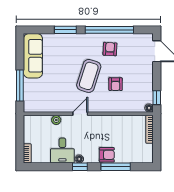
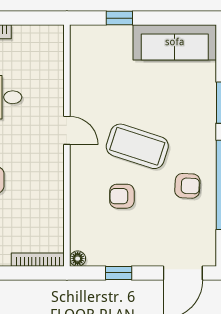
window: (20, 86) -> (119, 18), width x0.46
window: (157, 98) -> (119, 273), moved
plant: (56, 120) -> (55, 86), removed

